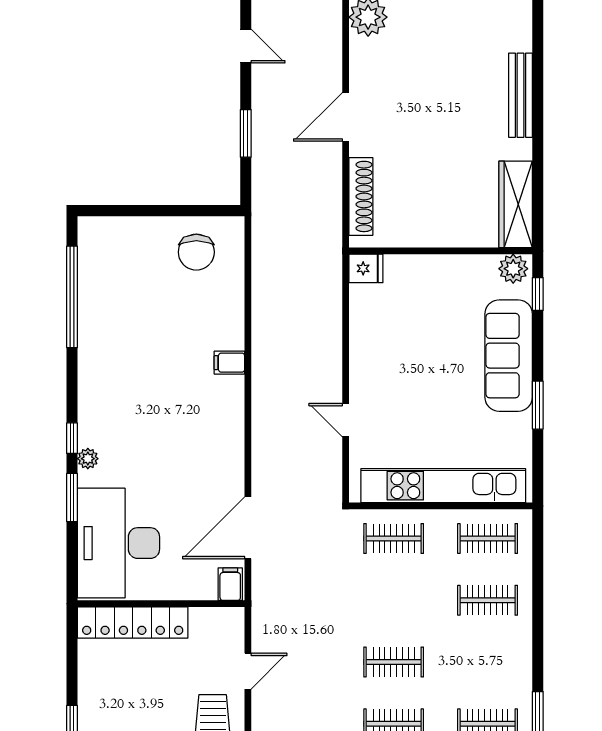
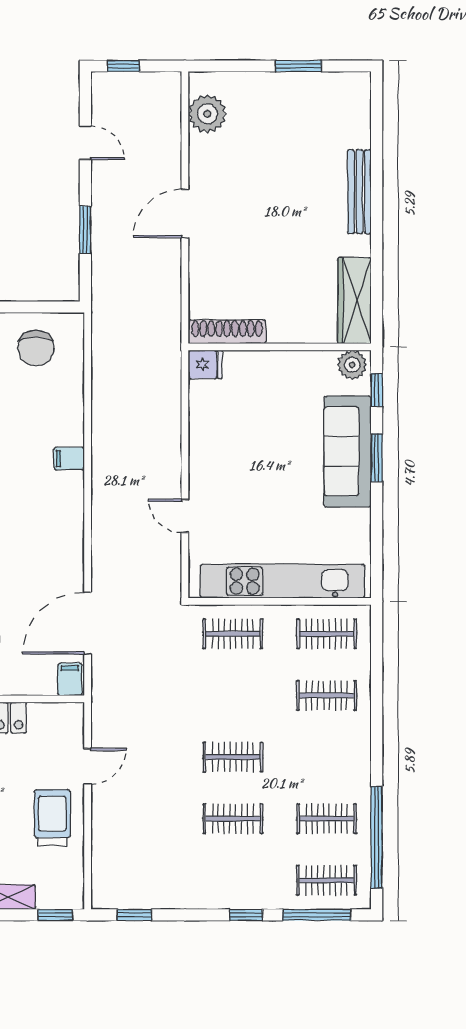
shoe rack: (361, 196) -> (227, 332), moved, turned -90
window: (538, 405) -> (377, 458), moved

